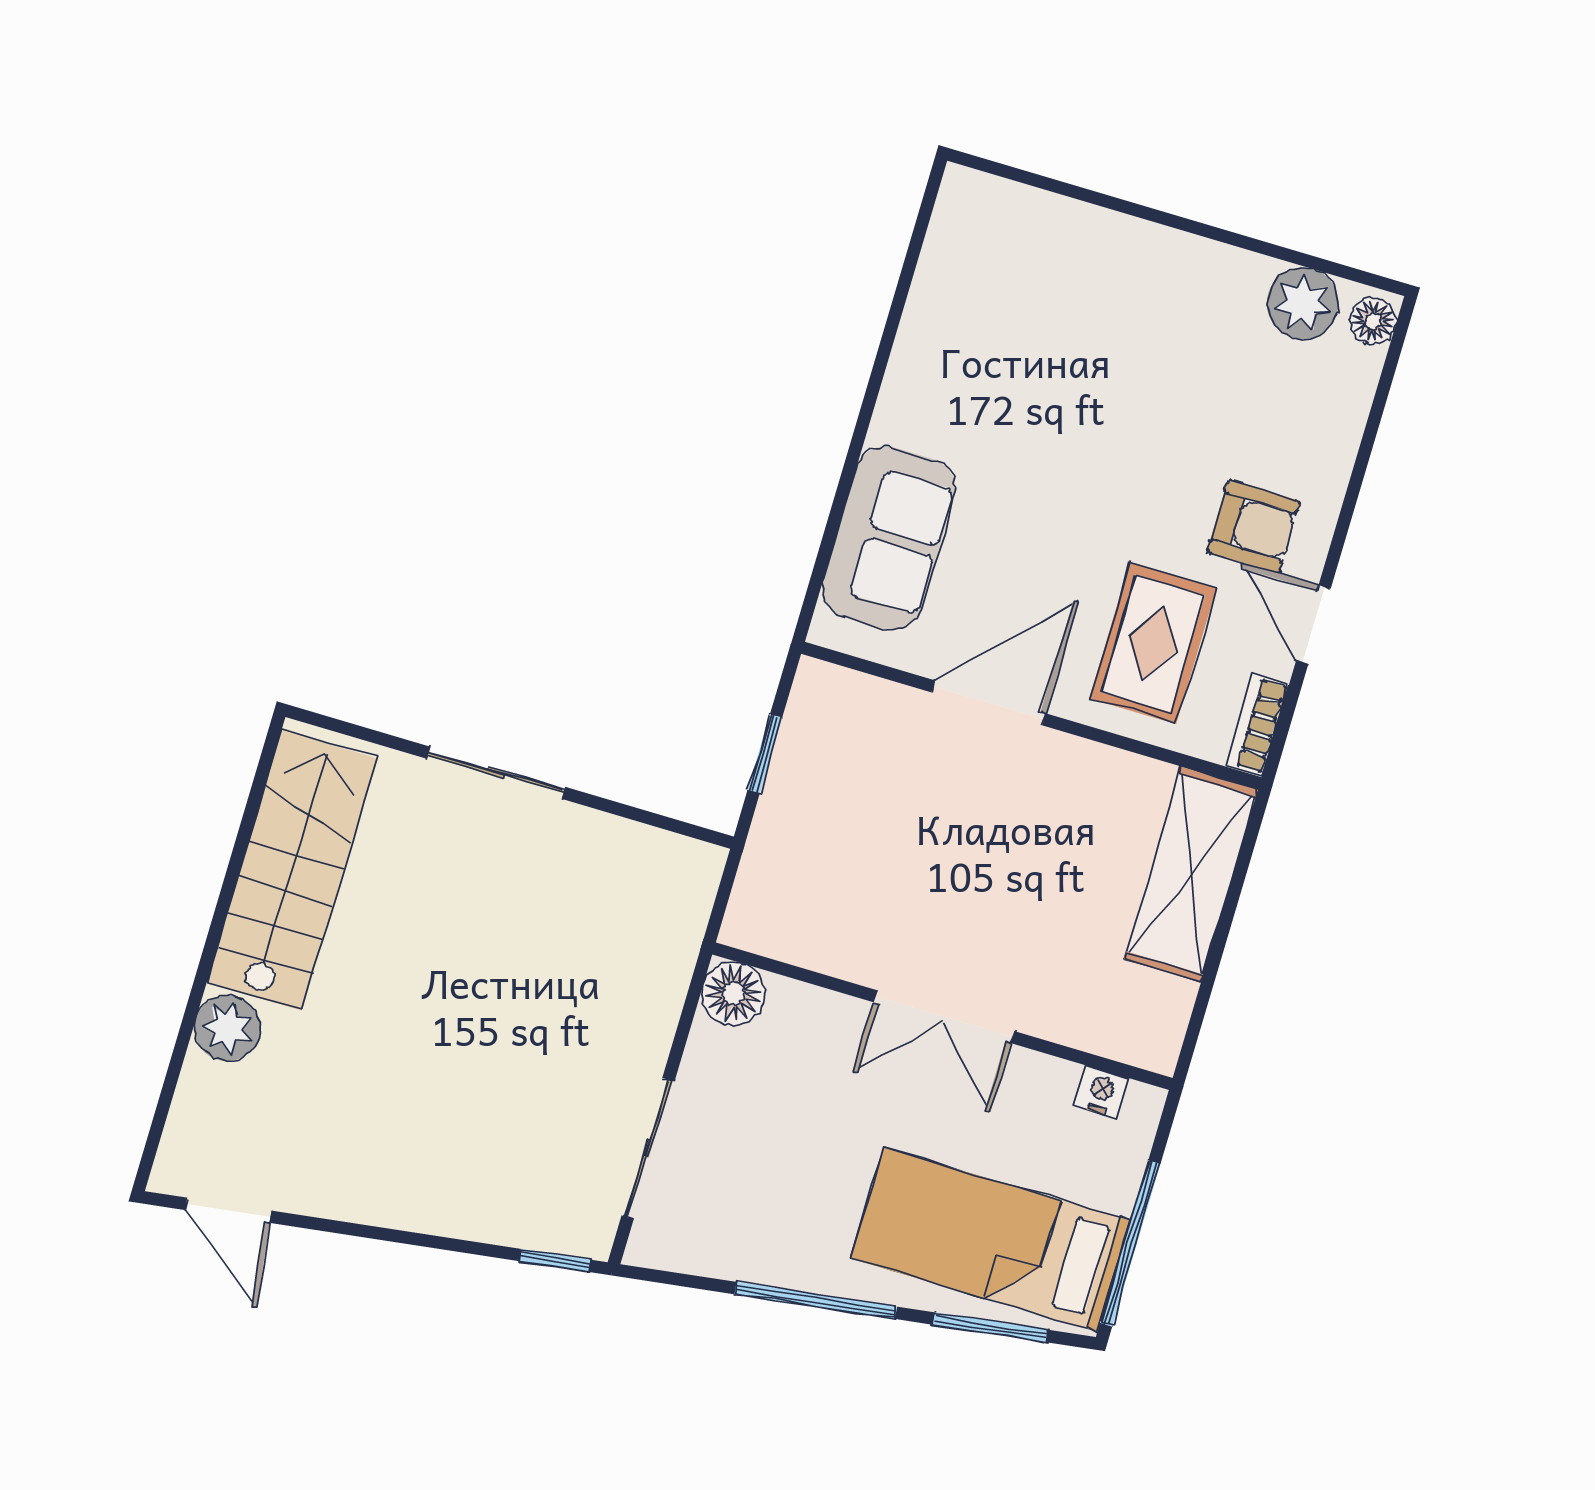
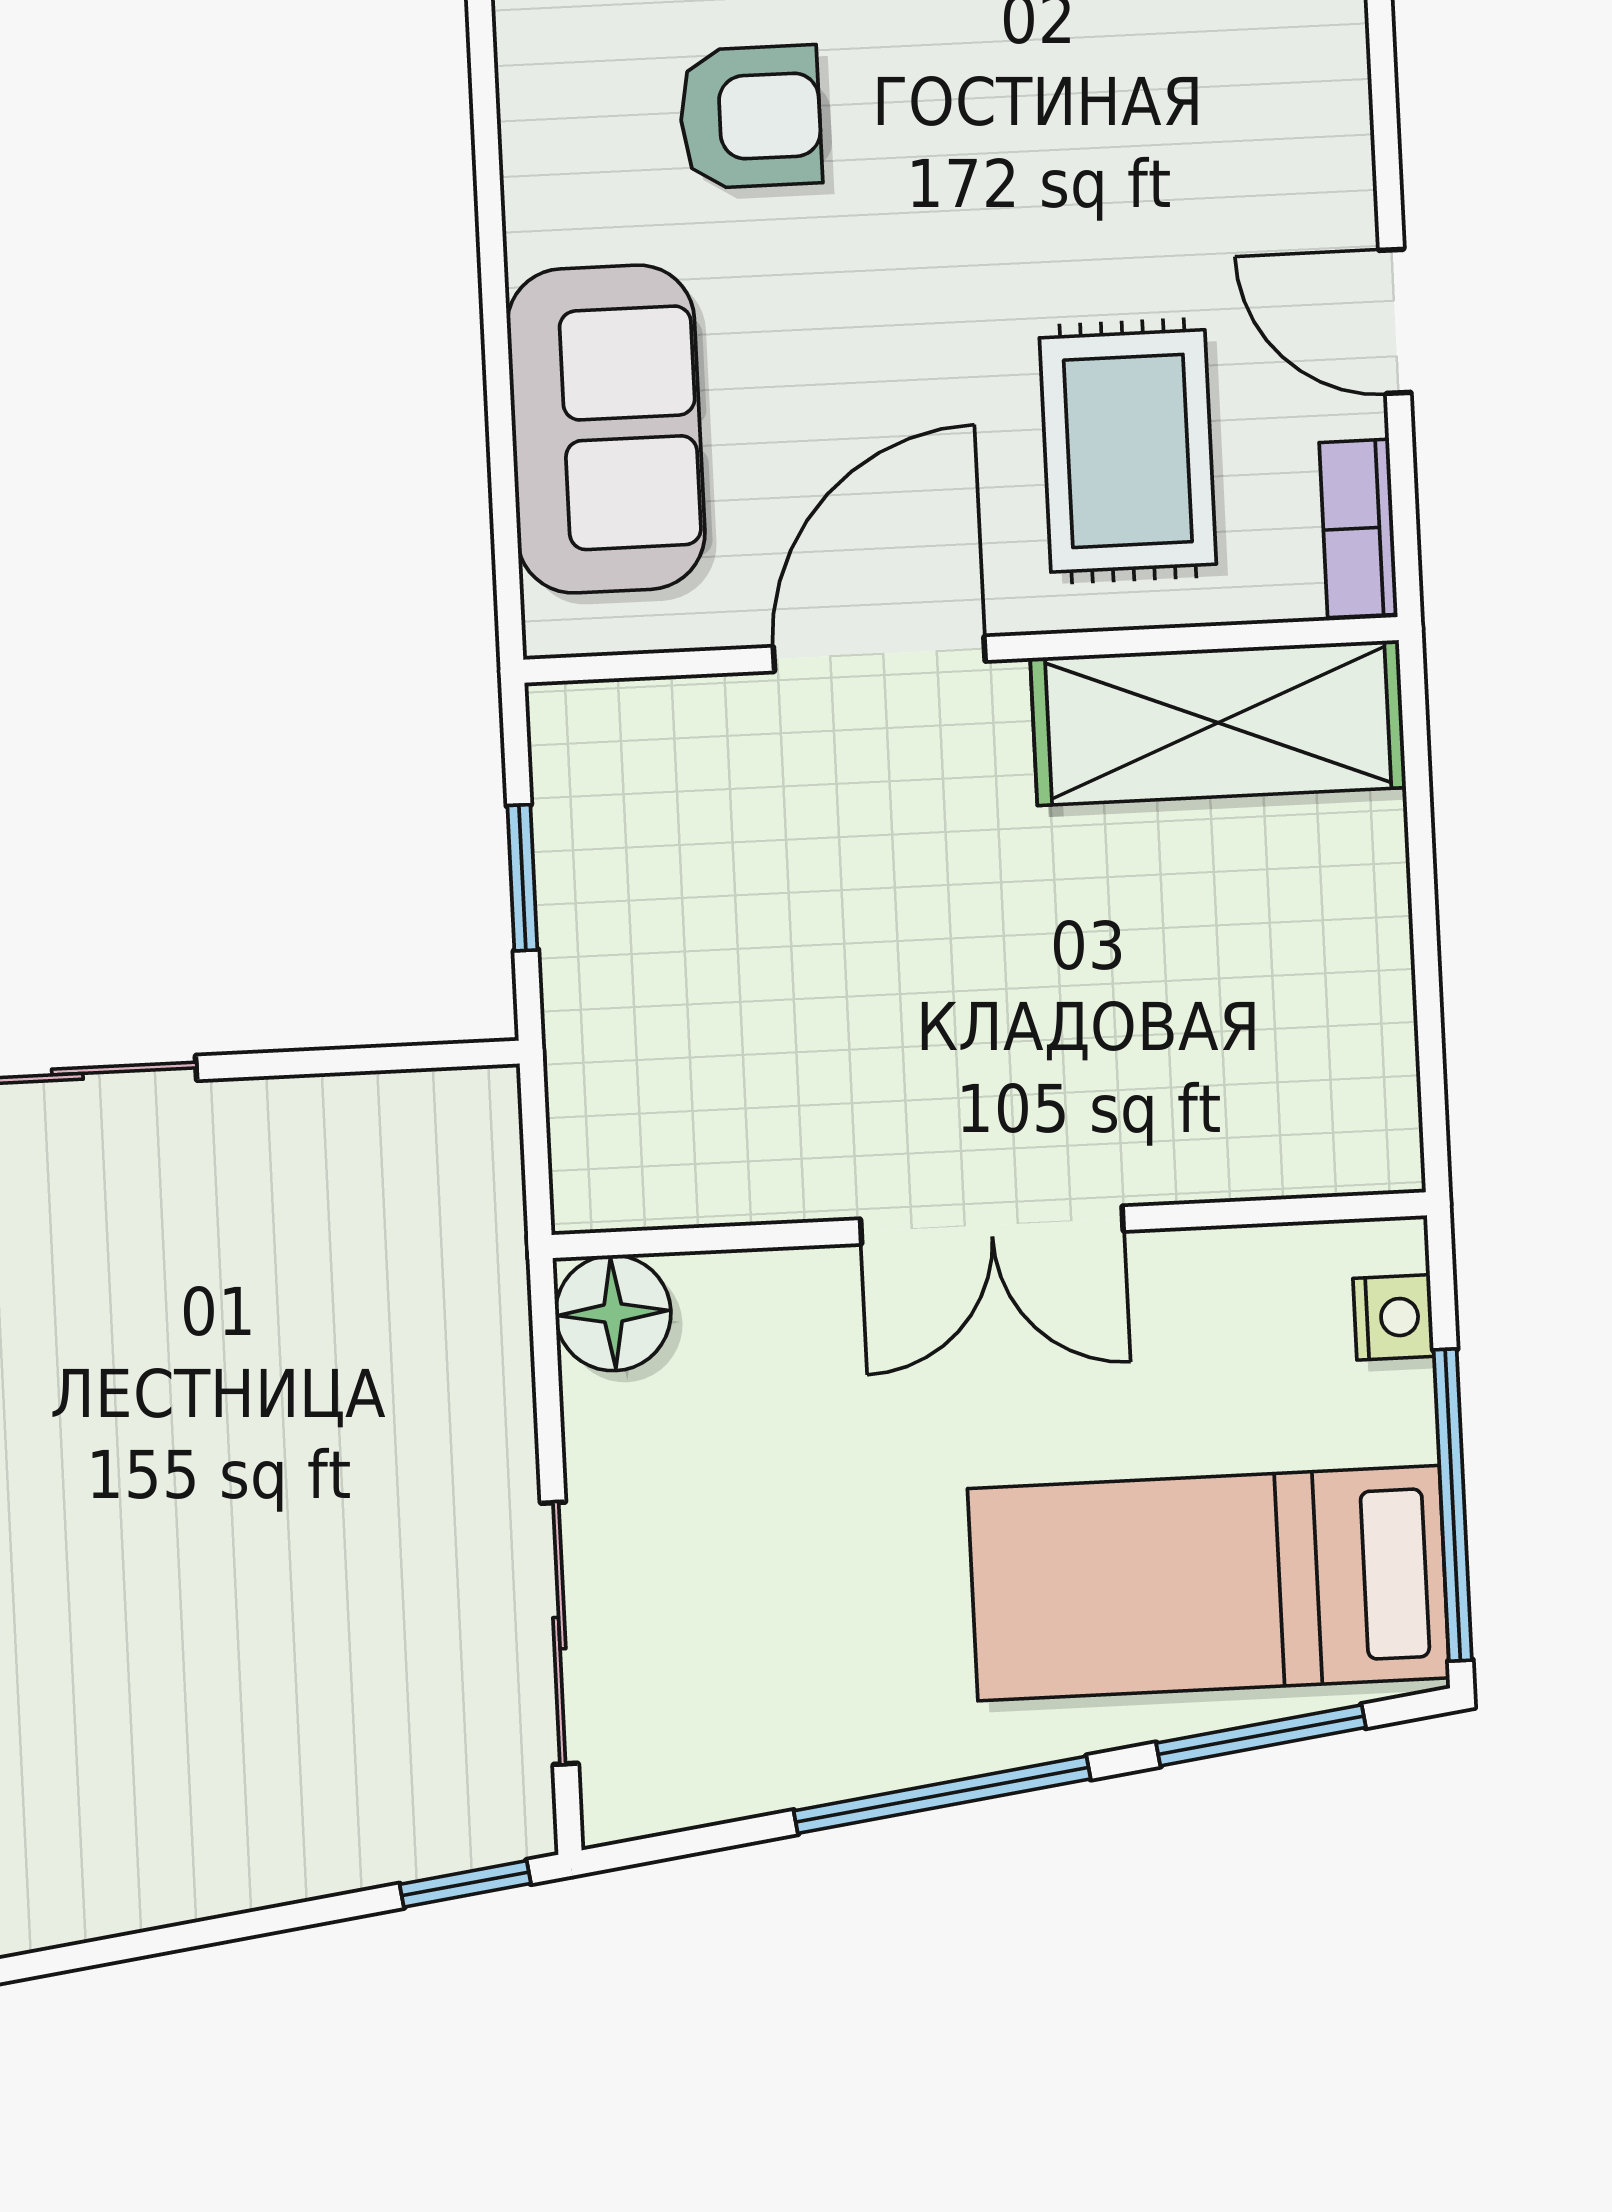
armchair: (1254, 526) -> (750, 117), moved
shelving: (1191, 874) -> (1218, 723), moved, turned 90
nightstand: (1101, 1092) -> (1393, 1317), moved, turned 90

